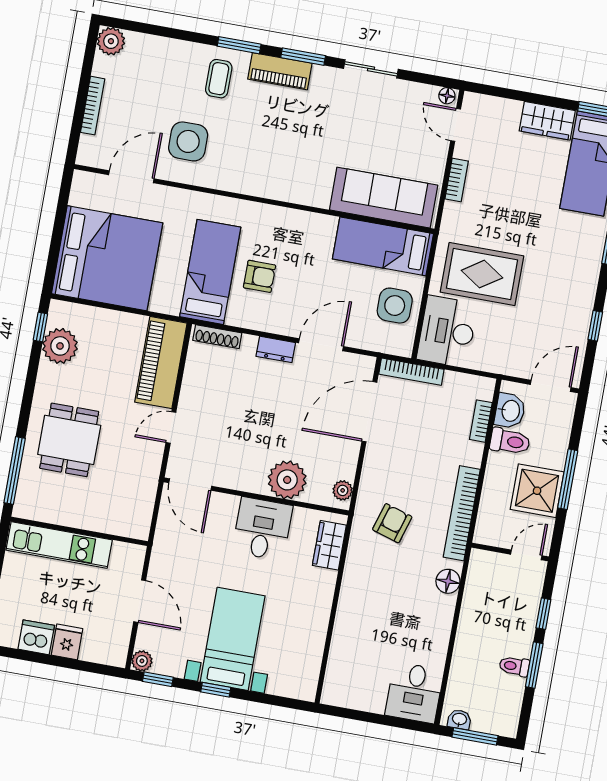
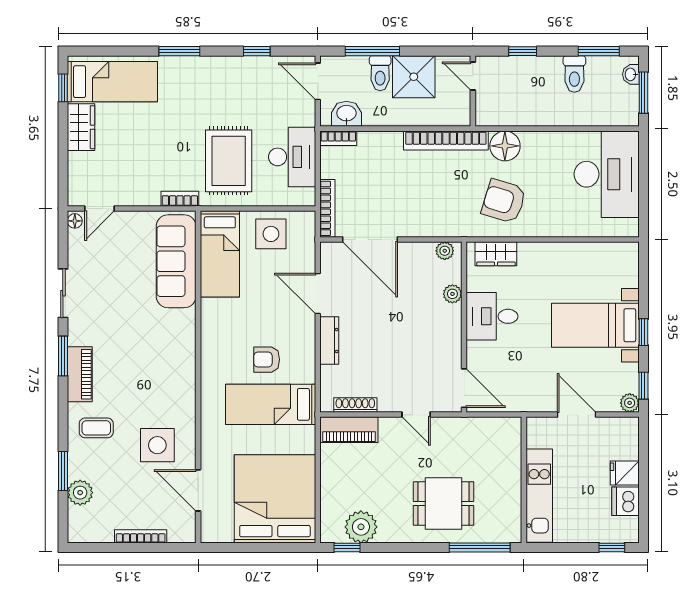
plant: (111, 41) -> (80, 493), moved
window: (239, 45) -> (63, 471), moved
bookcase: (457, 180) -> (180, 199), moved
armchair: (260, 276) -> (267, 360), turned -90
desk: (447, 331) -> (292, 157), moved, turned -90
shoe rack: (217, 337) -> (355, 405), moved, turned -90
dresser: (276, 349) -> (329, 341), width x1.44
piano: (161, 363) -> (349, 430), width x0.73, depth x0.75
bookcase: (481, 421) -> (338, 138), moved
toilet: (510, 441) -> (380, 73), moved, turned 180
window: (568, 479) -> (372, 51), moved
plant: (287, 480) -> (452, 294), width x0.53, depth x0.53
door: (190, 485) -> (464, 388), hinge flipped
armchair: (392, 523) -> (504, 201), moved, width x1.38, depth x1.38
floor lamp: (448, 581) -> (505, 146), width x1.38, depth x1.38
door: (140, 601) -> (577, 415), hinge flipped
window: (534, 665) -> (599, 51), moved
toilet: (514, 666) -> (574, 74), width x1.37, depth x1.39
desk: (414, 693) -> (607, 174), width x1.87, depth x1.30
washbasin: (459, 719) -> (631, 74), moved

